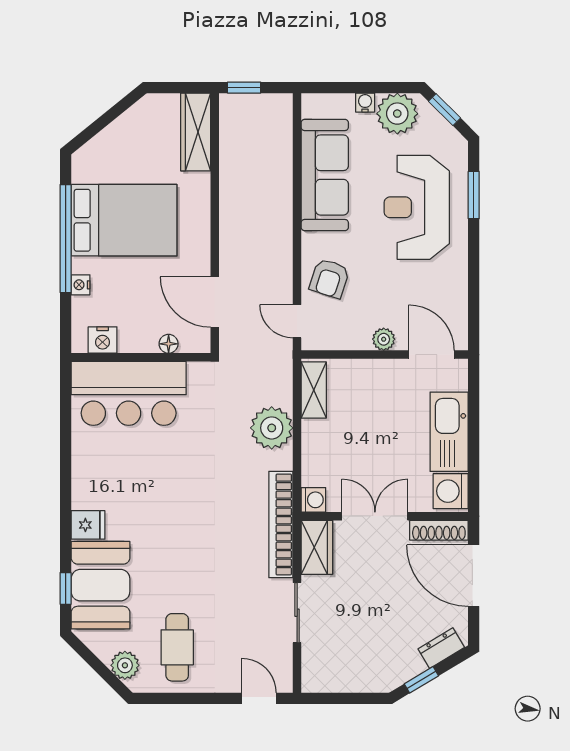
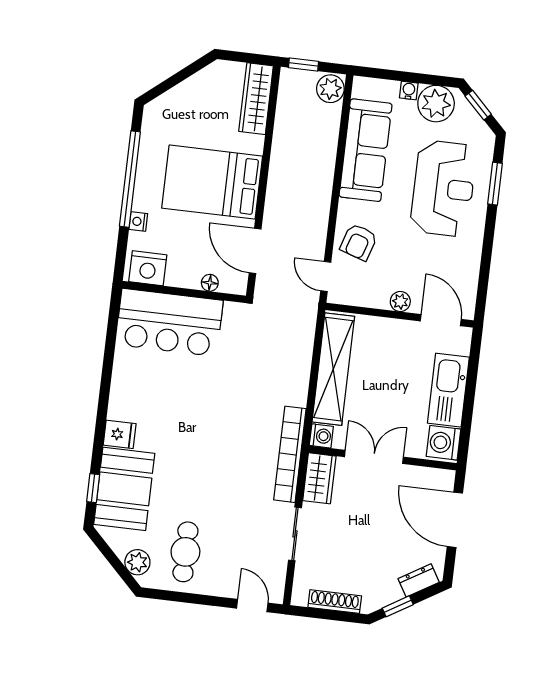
reception desk: (417, 207) -> (443, 188), turned 180
bed: (124, 220) -> (212, 182), moved, turned 180
nightstand: (103, 340) -> (148, 268), width x1.36, depth x1.33
shelving: (314, 390) -> (333, 369), width x2.20, depth x1.33
plant: (272, 428) -> (330, 89), moved, width x0.73, depth x0.73
shoe rack: (439, 530) -> (335, 602), moved, turned 180

